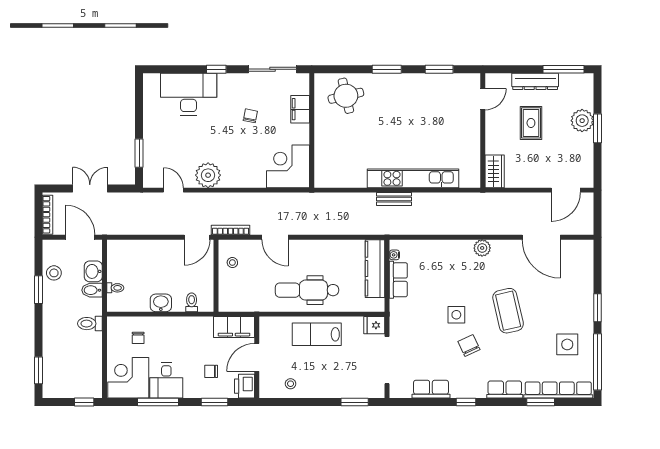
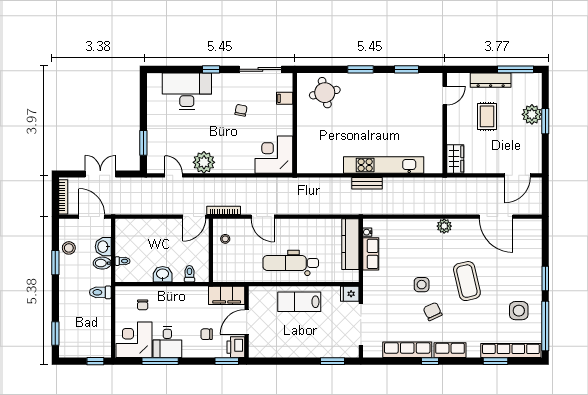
filing cabinet: (300, 109) -> (285, 98), width x0.50
stool: (291, 384) -> (276, 345), removed
row of seats: (431, 389) -> (407, 350), width x1.48
row of seats: (505, 390) -> (450, 350), moved
window: (215, 402) -> (227, 361), moved

